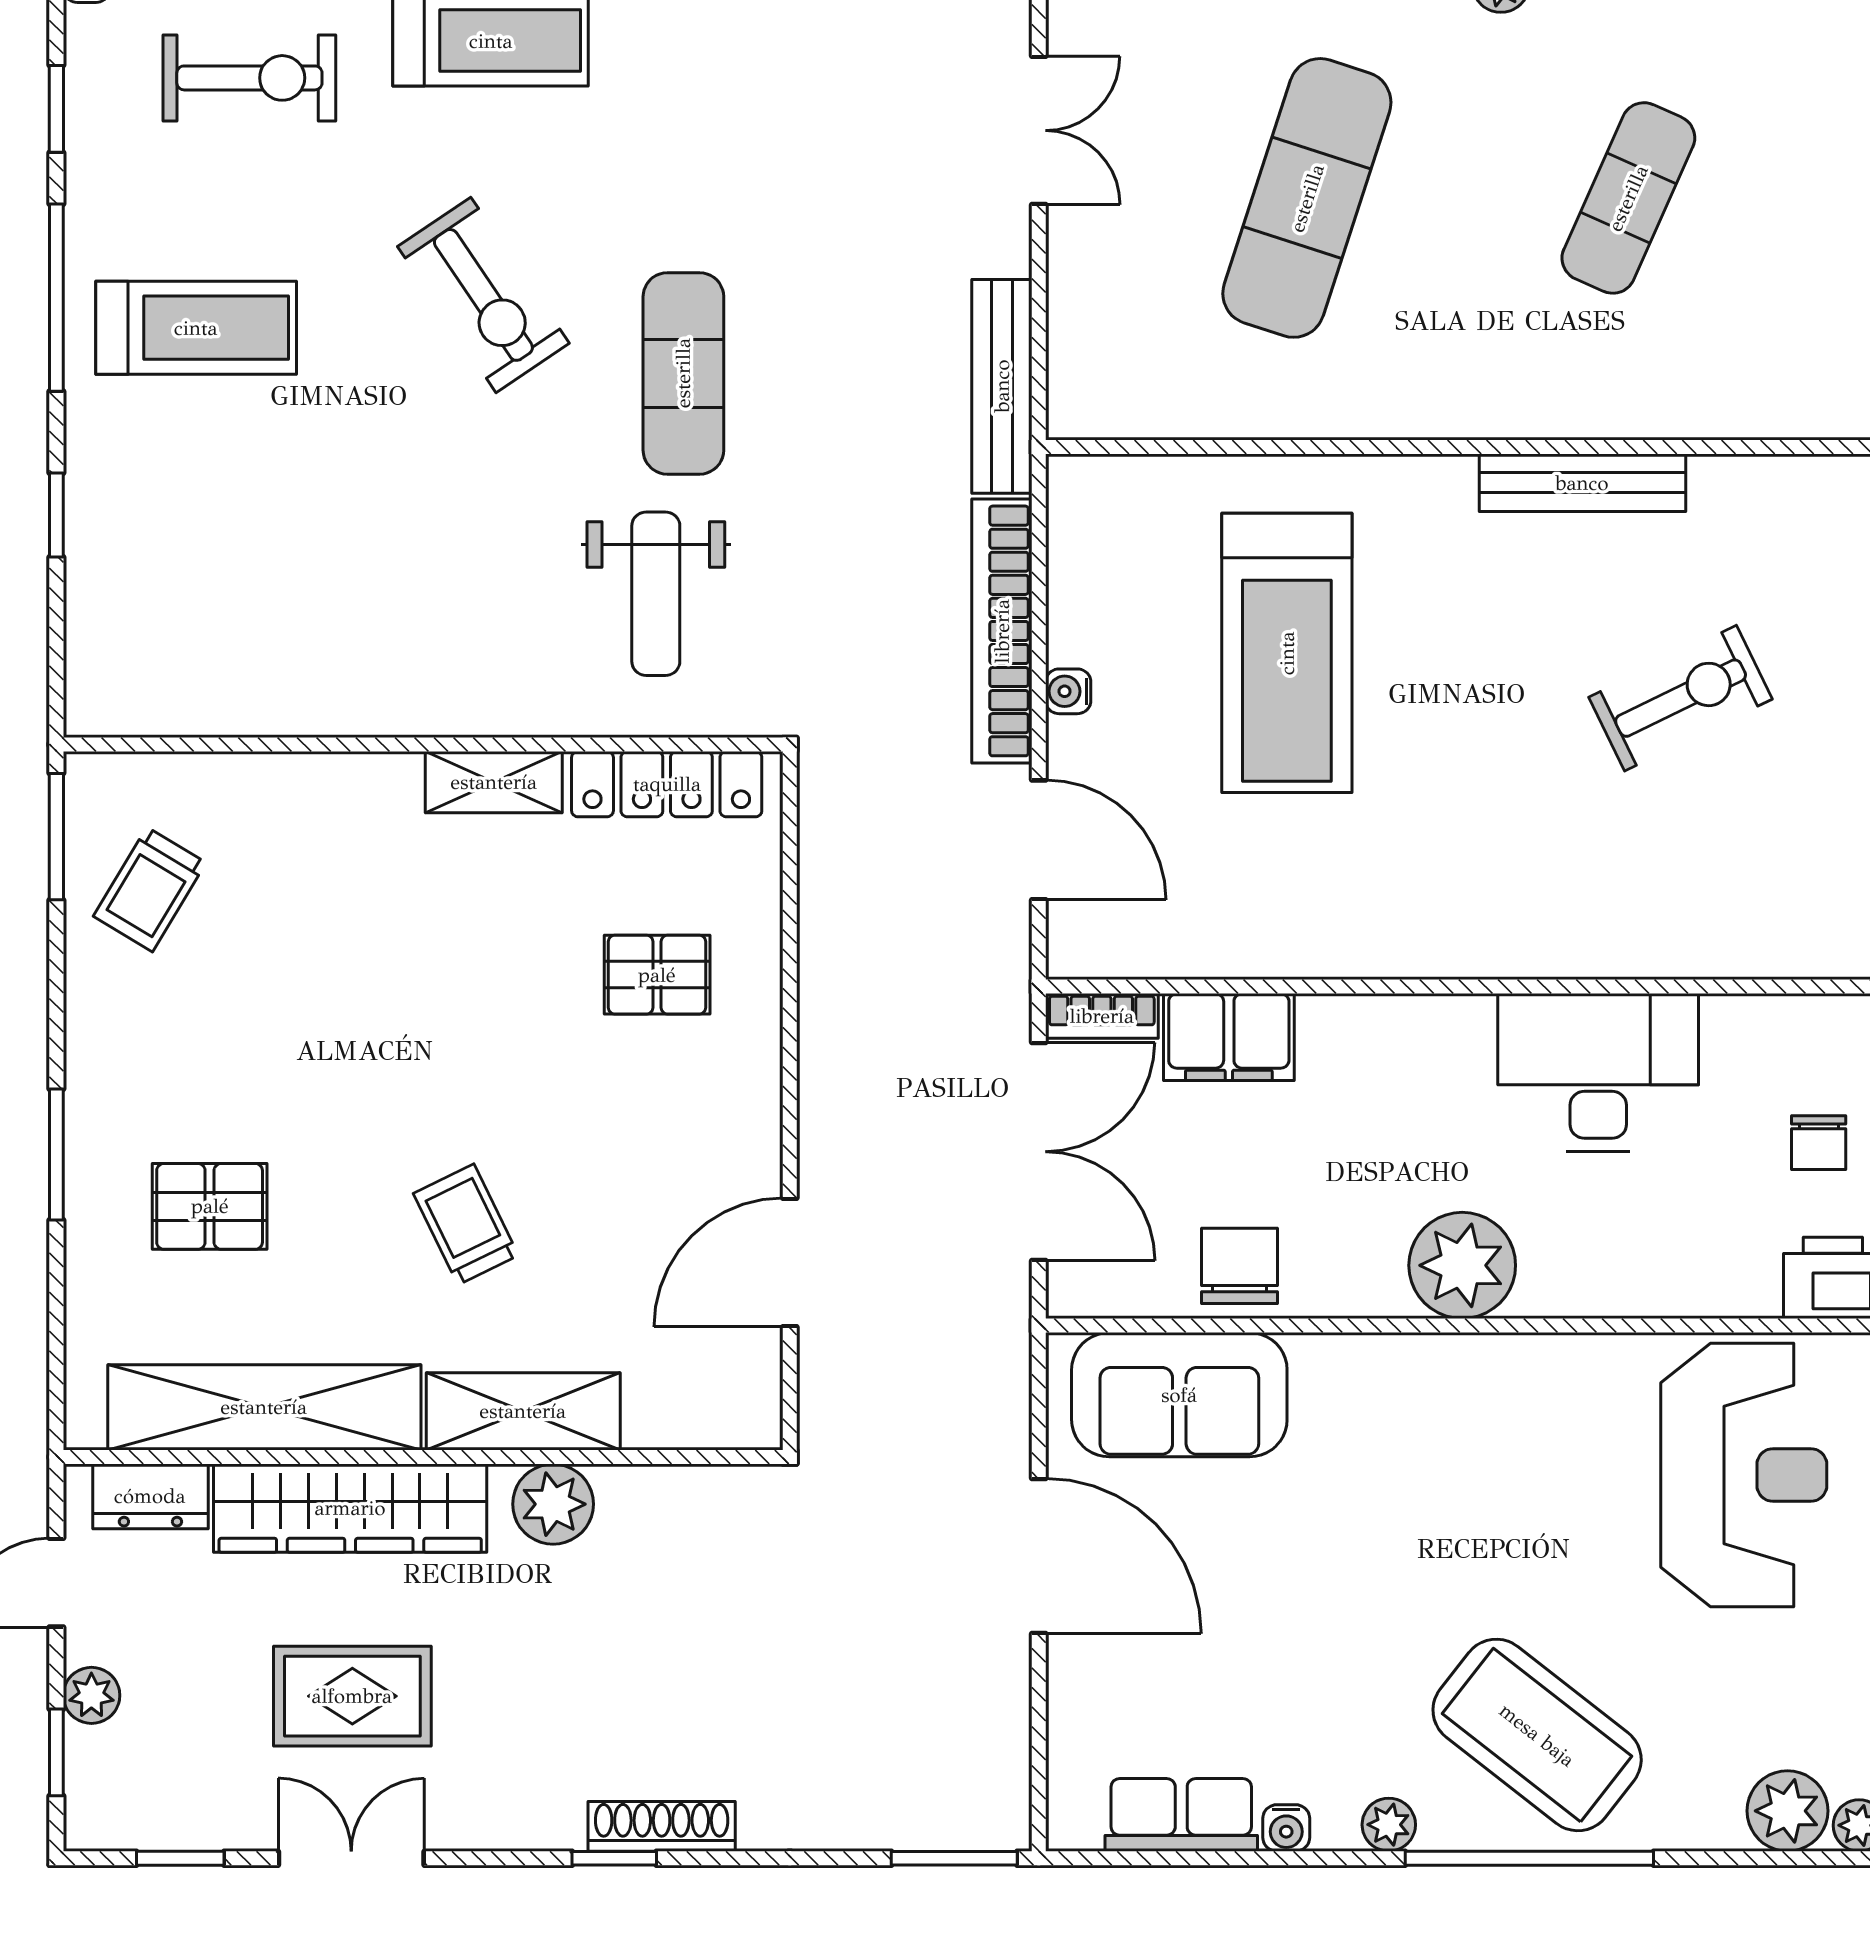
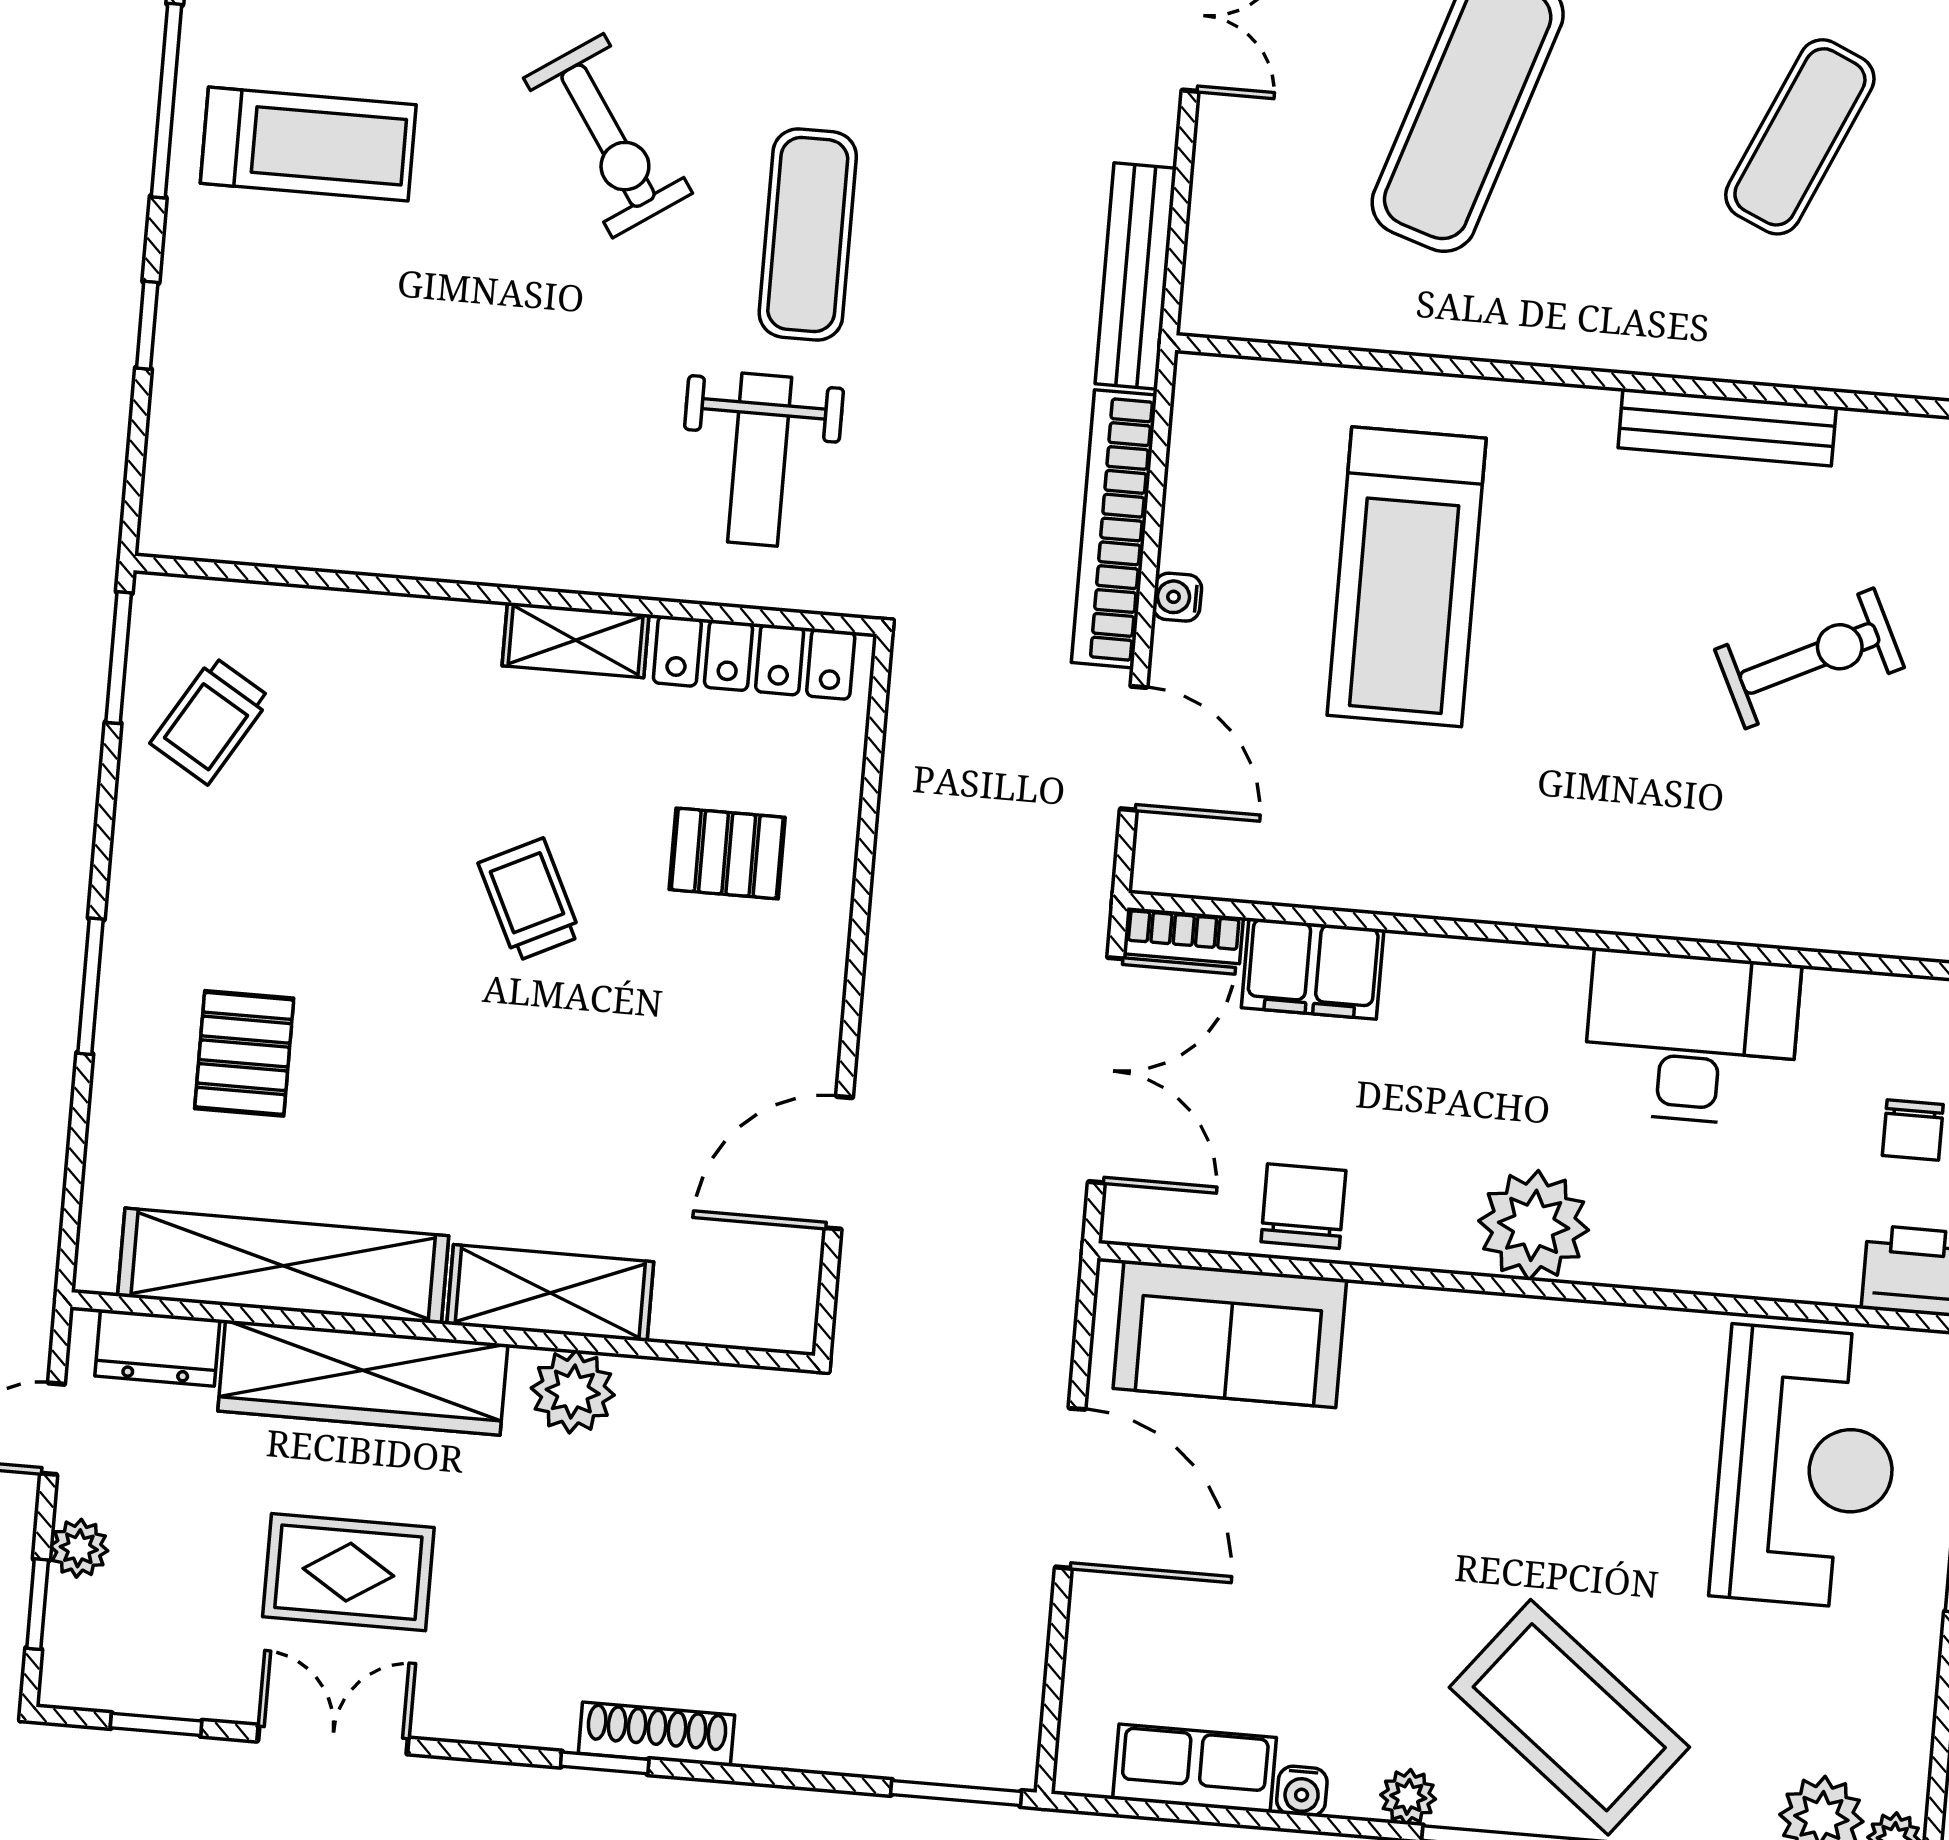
pallet: (210, 1206) -> (244, 1053), turned 90
trolley: (466, 1224) -> (530, 900), moved

